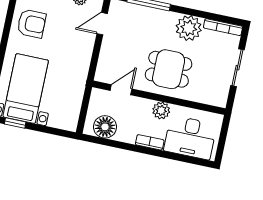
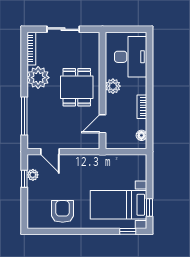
door: (121, 90) -> (103, 124), hinge flipped
floor lamp: (105, 127) -> (141, 135), width x0.53, depth x0.53
bookcase: (150, 142) -> (142, 107), moved

